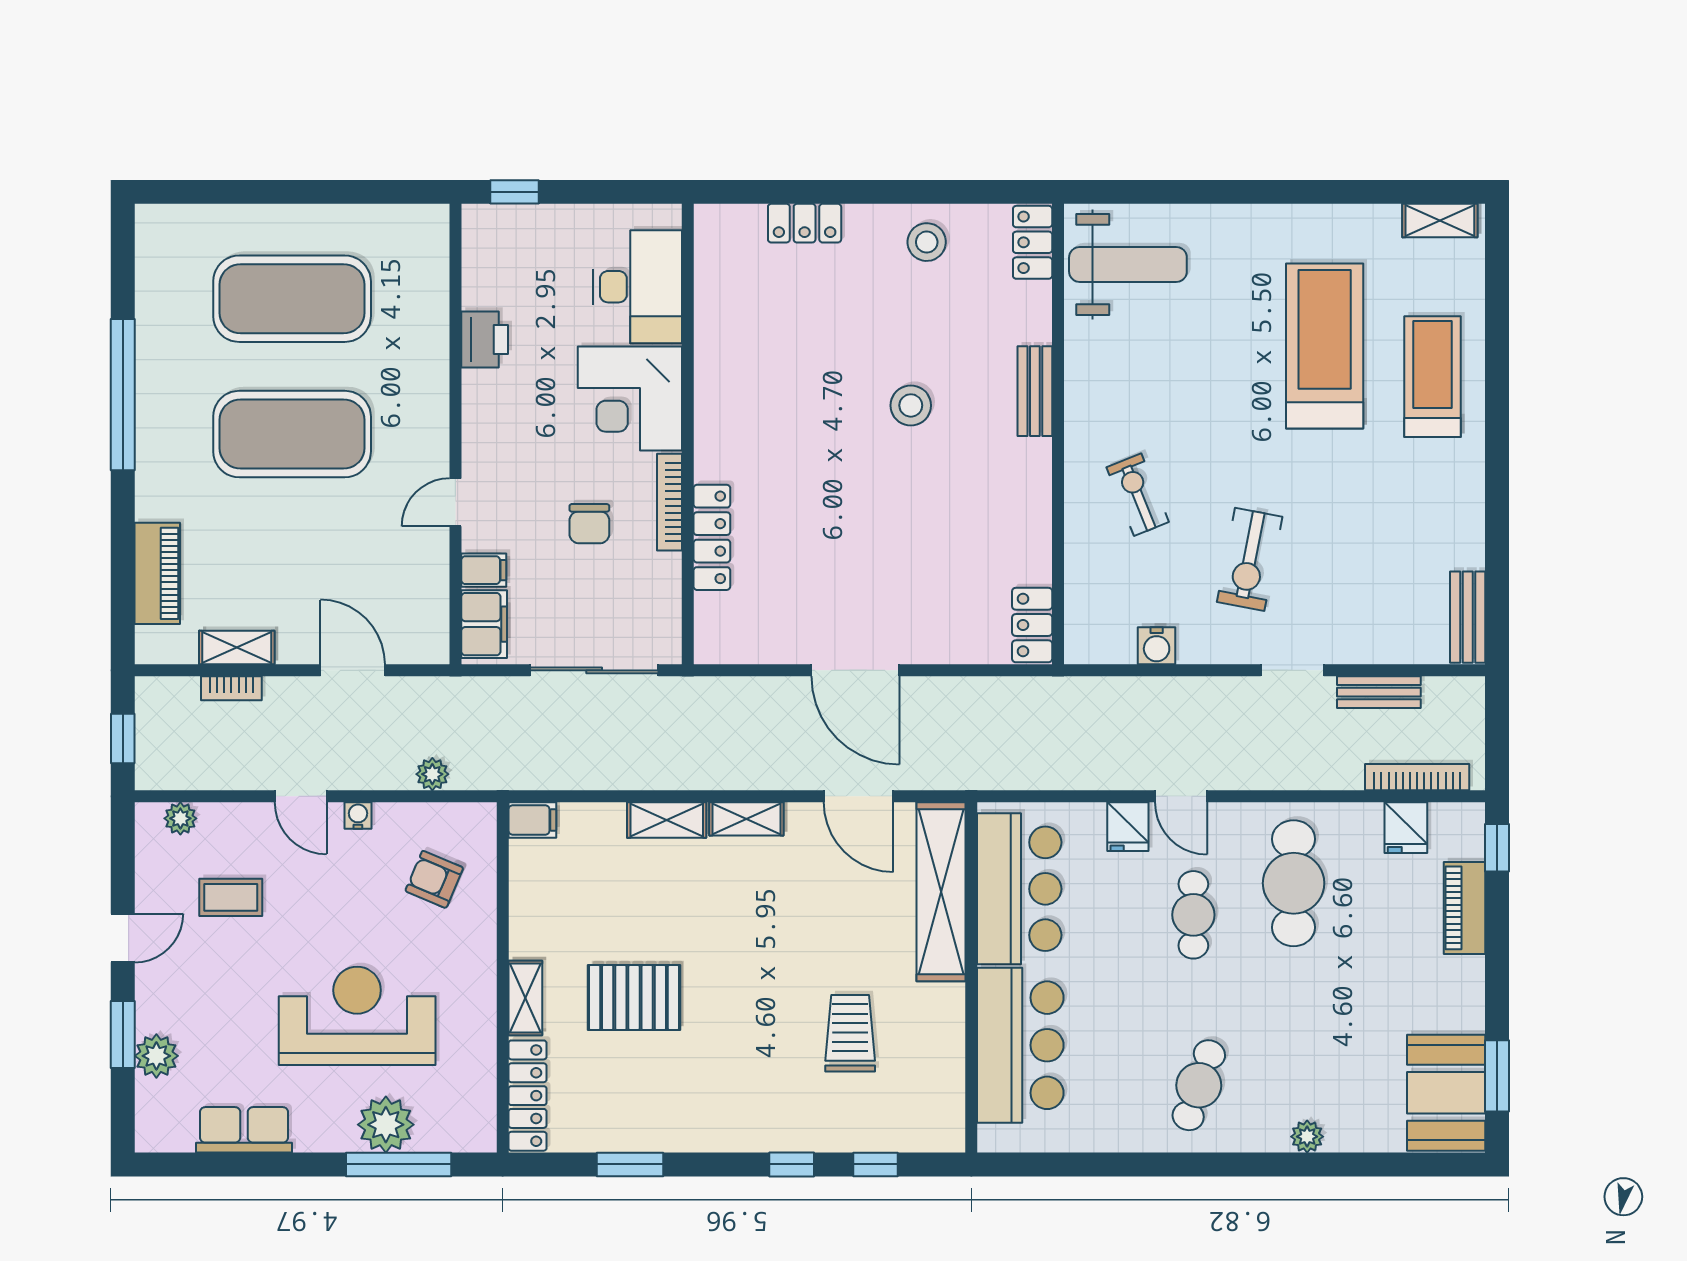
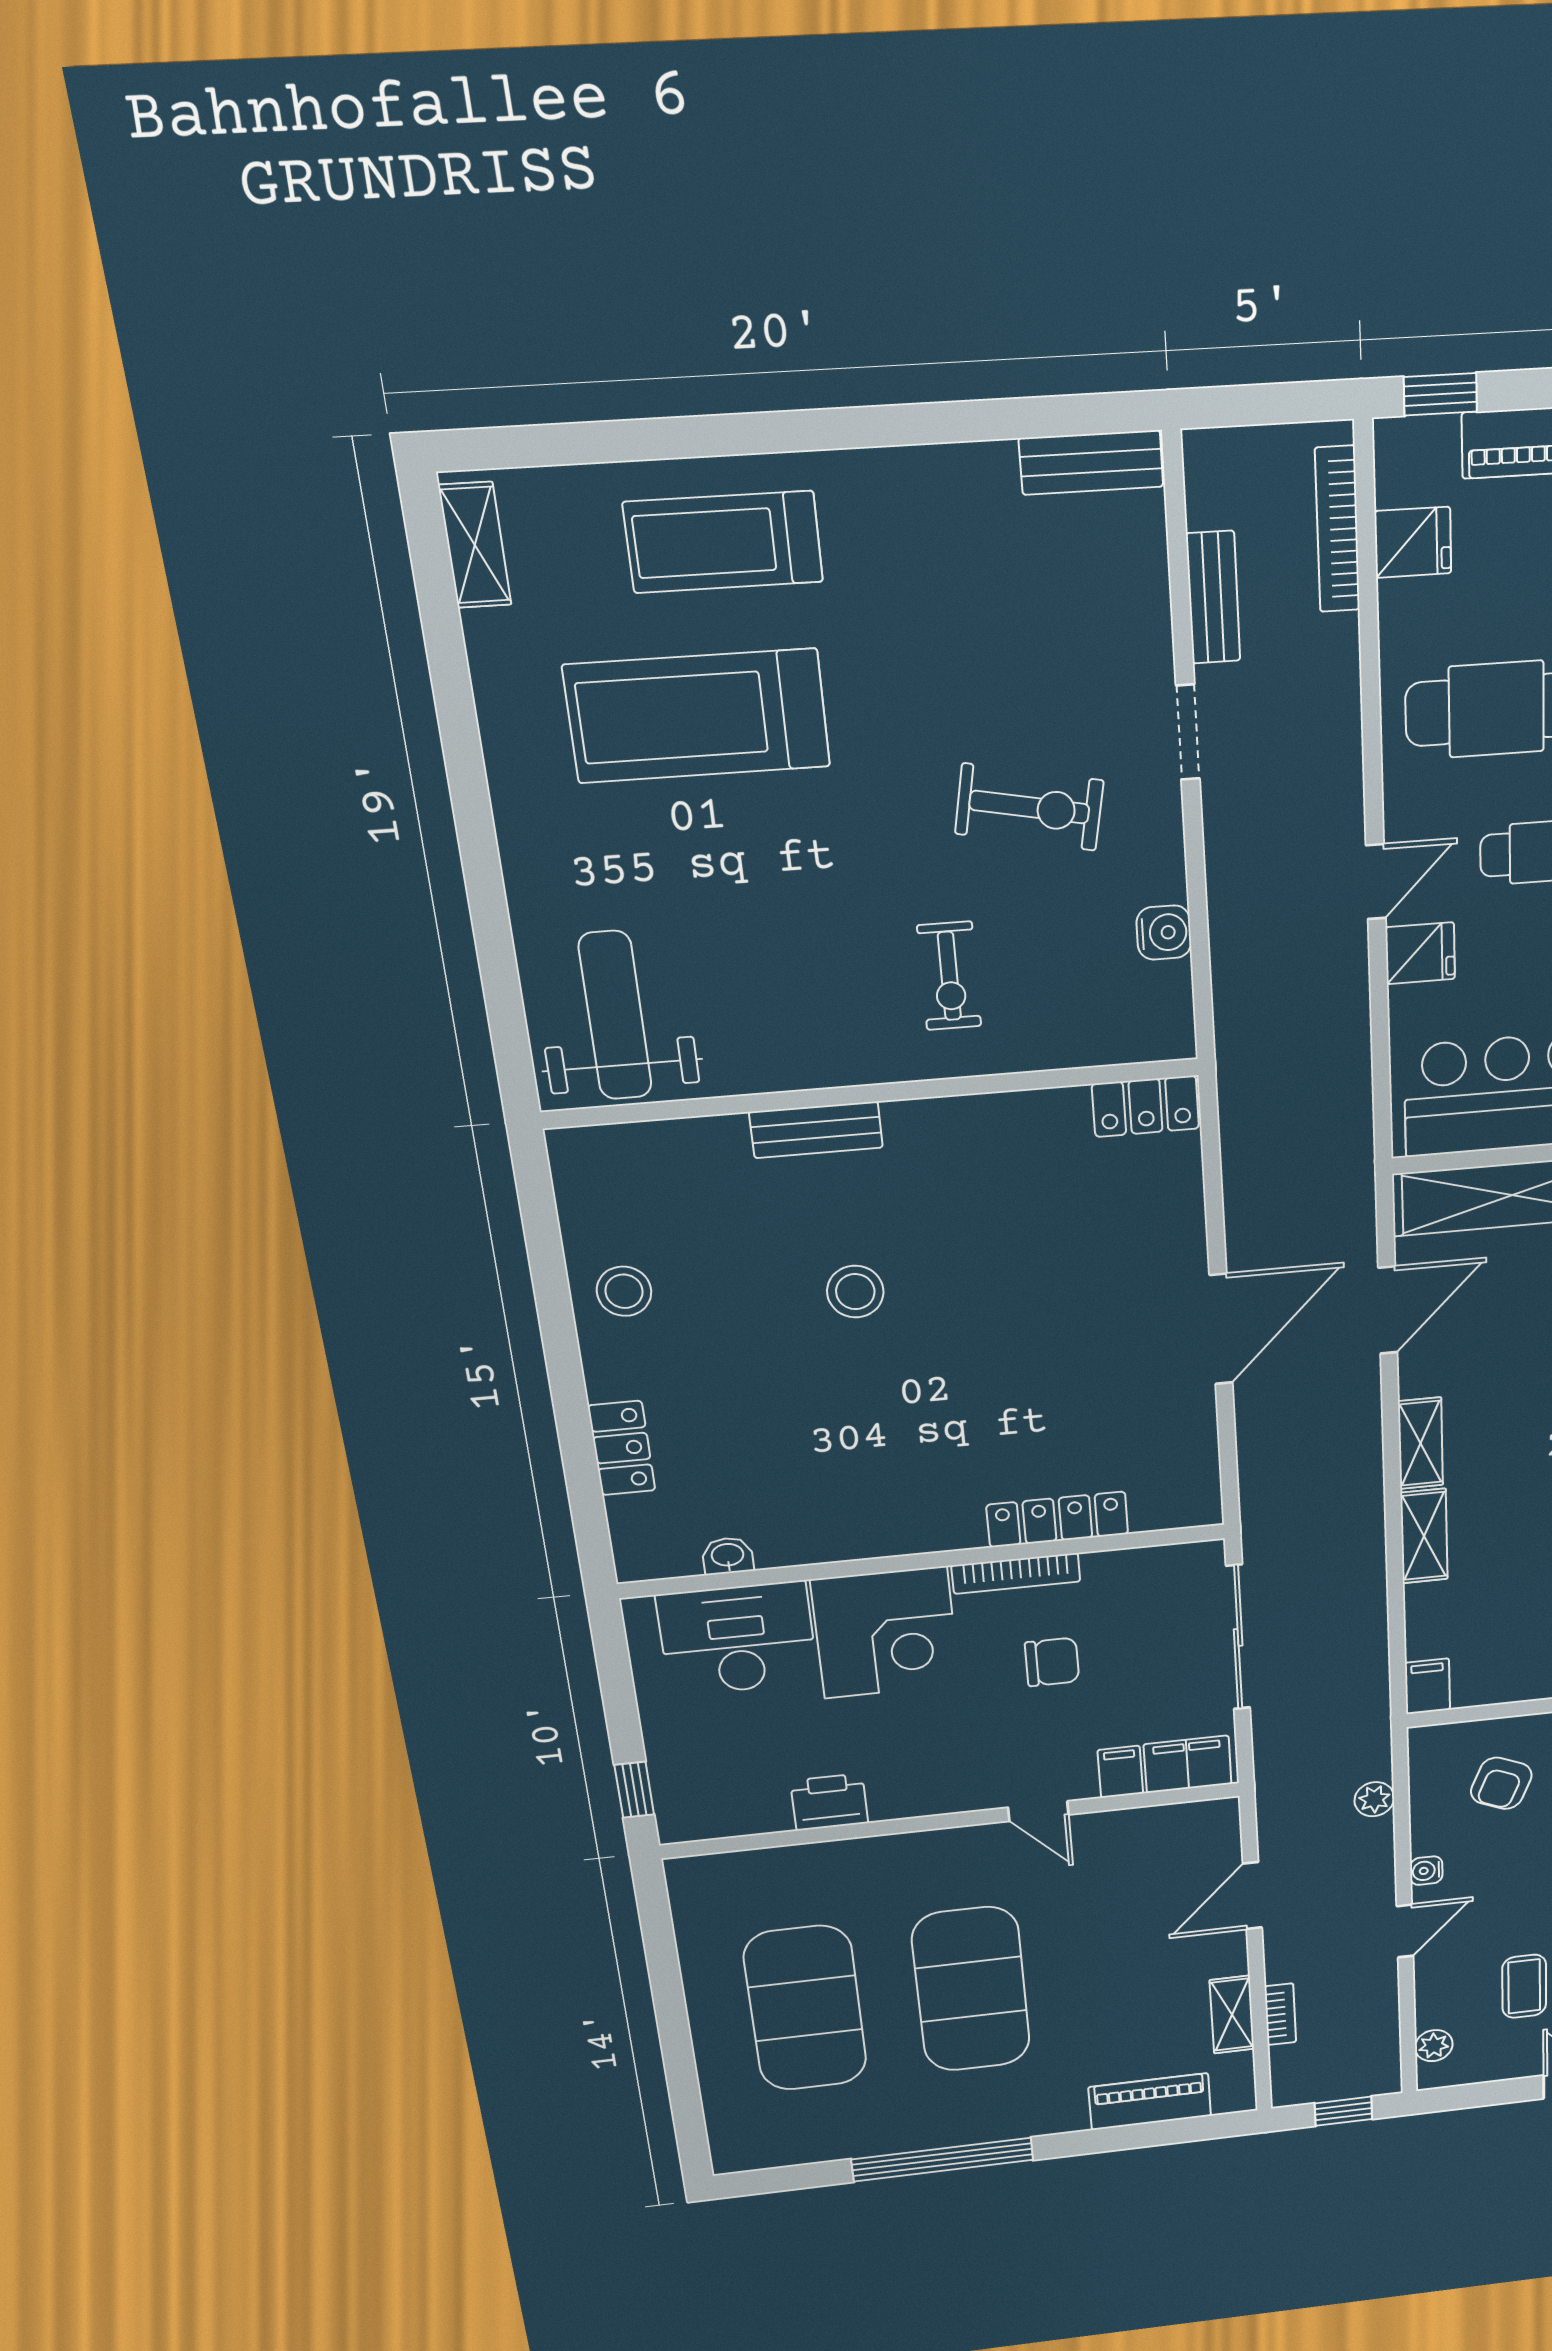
locker: (1033, 242) -> (603, 1151), removed
washbasin: (708, 288) -> (728, 1556), added
exercise bike: (1138, 495) -> (949, 976), turned -68

